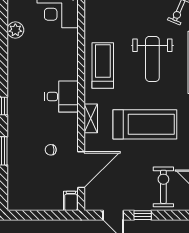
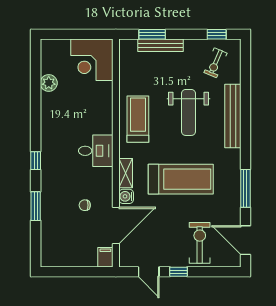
water cooler: (91, 141) -> (126, 196), added

